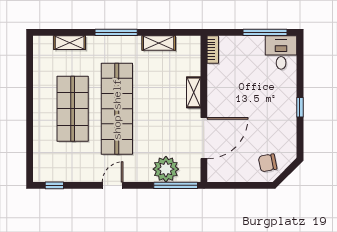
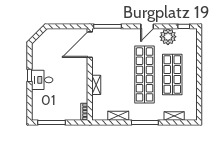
desk: (281, 52) -> (42, 80), moved, turned 90
door: (204, 138) -> (90, 45), moved
chair: (268, 163) -> (50, 41), removed
plant: (166, 169) -> (168, 37), moved

